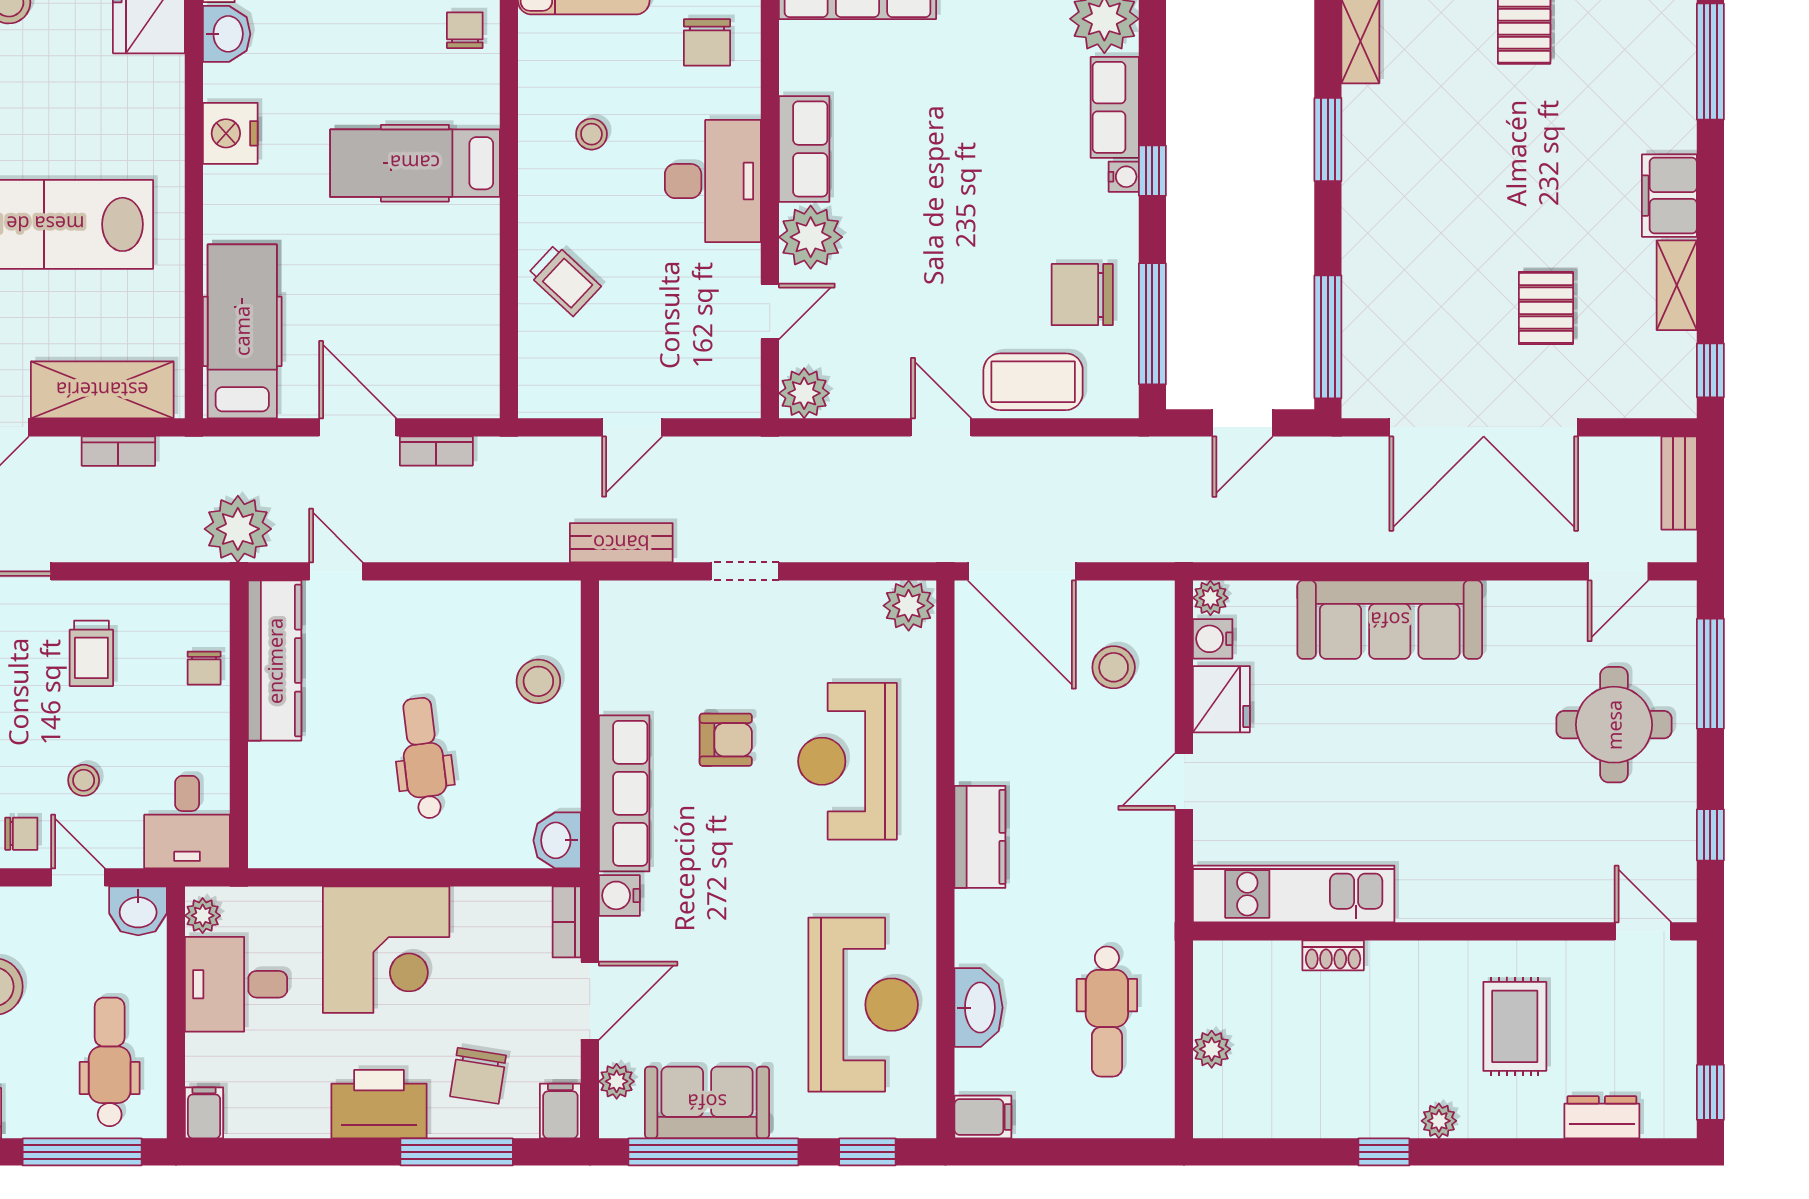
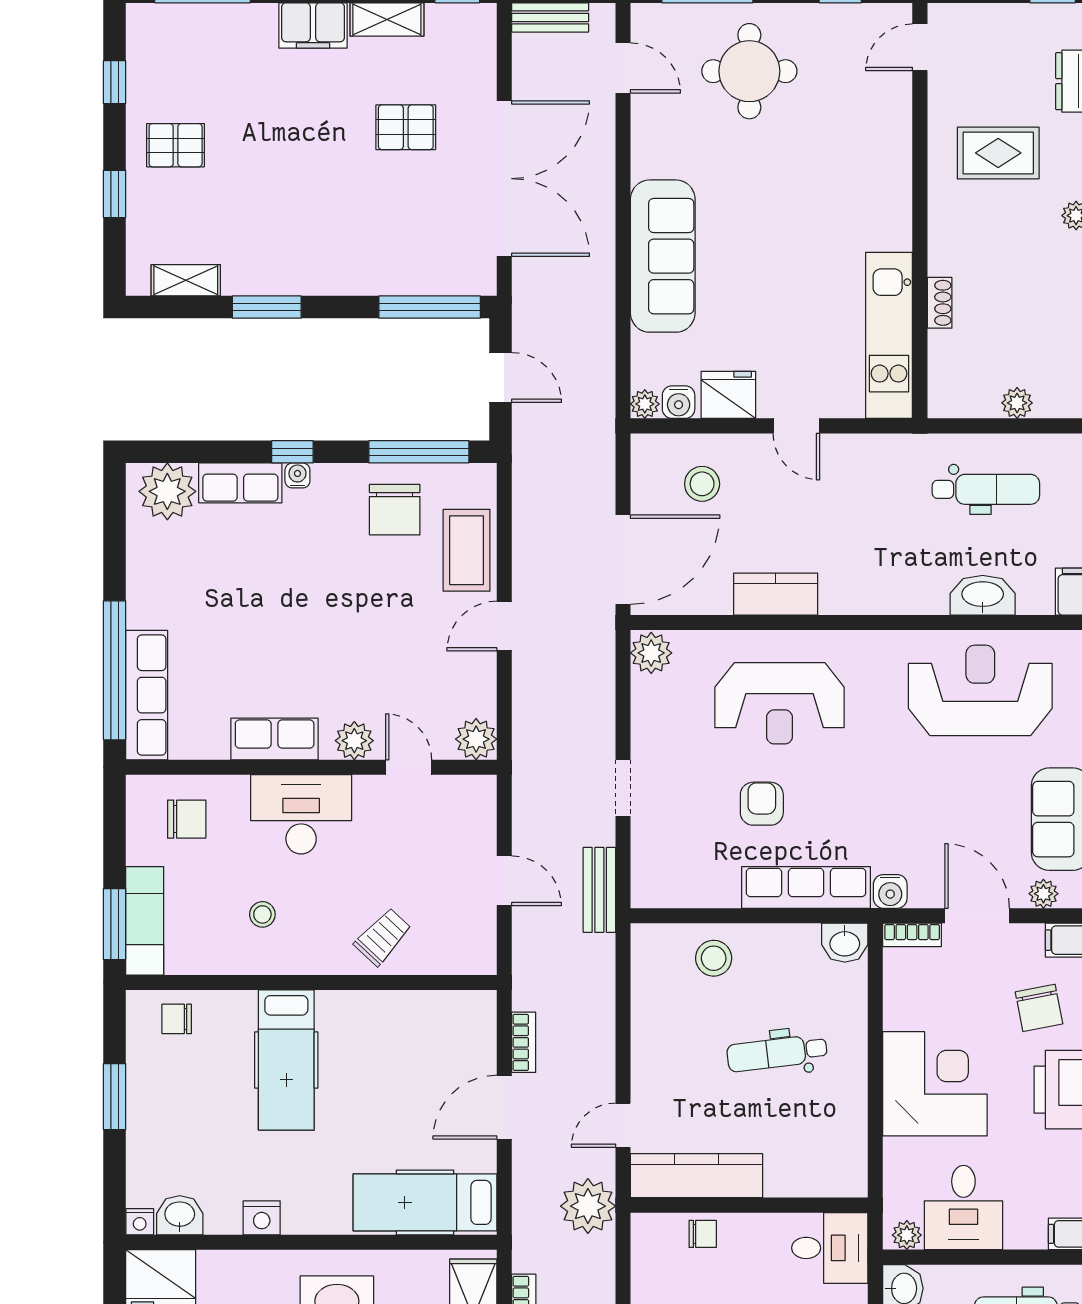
nightstand: (230, 133) -> (262, 1218), width x0.74, depth x0.75
plant: (811, 237) -> (354, 741), width x0.73, depth x0.73
kitchen counter: (980, 837) -> (776, 594), moved
chair: (478, 1076) -> (1039, 1008), turned 70

